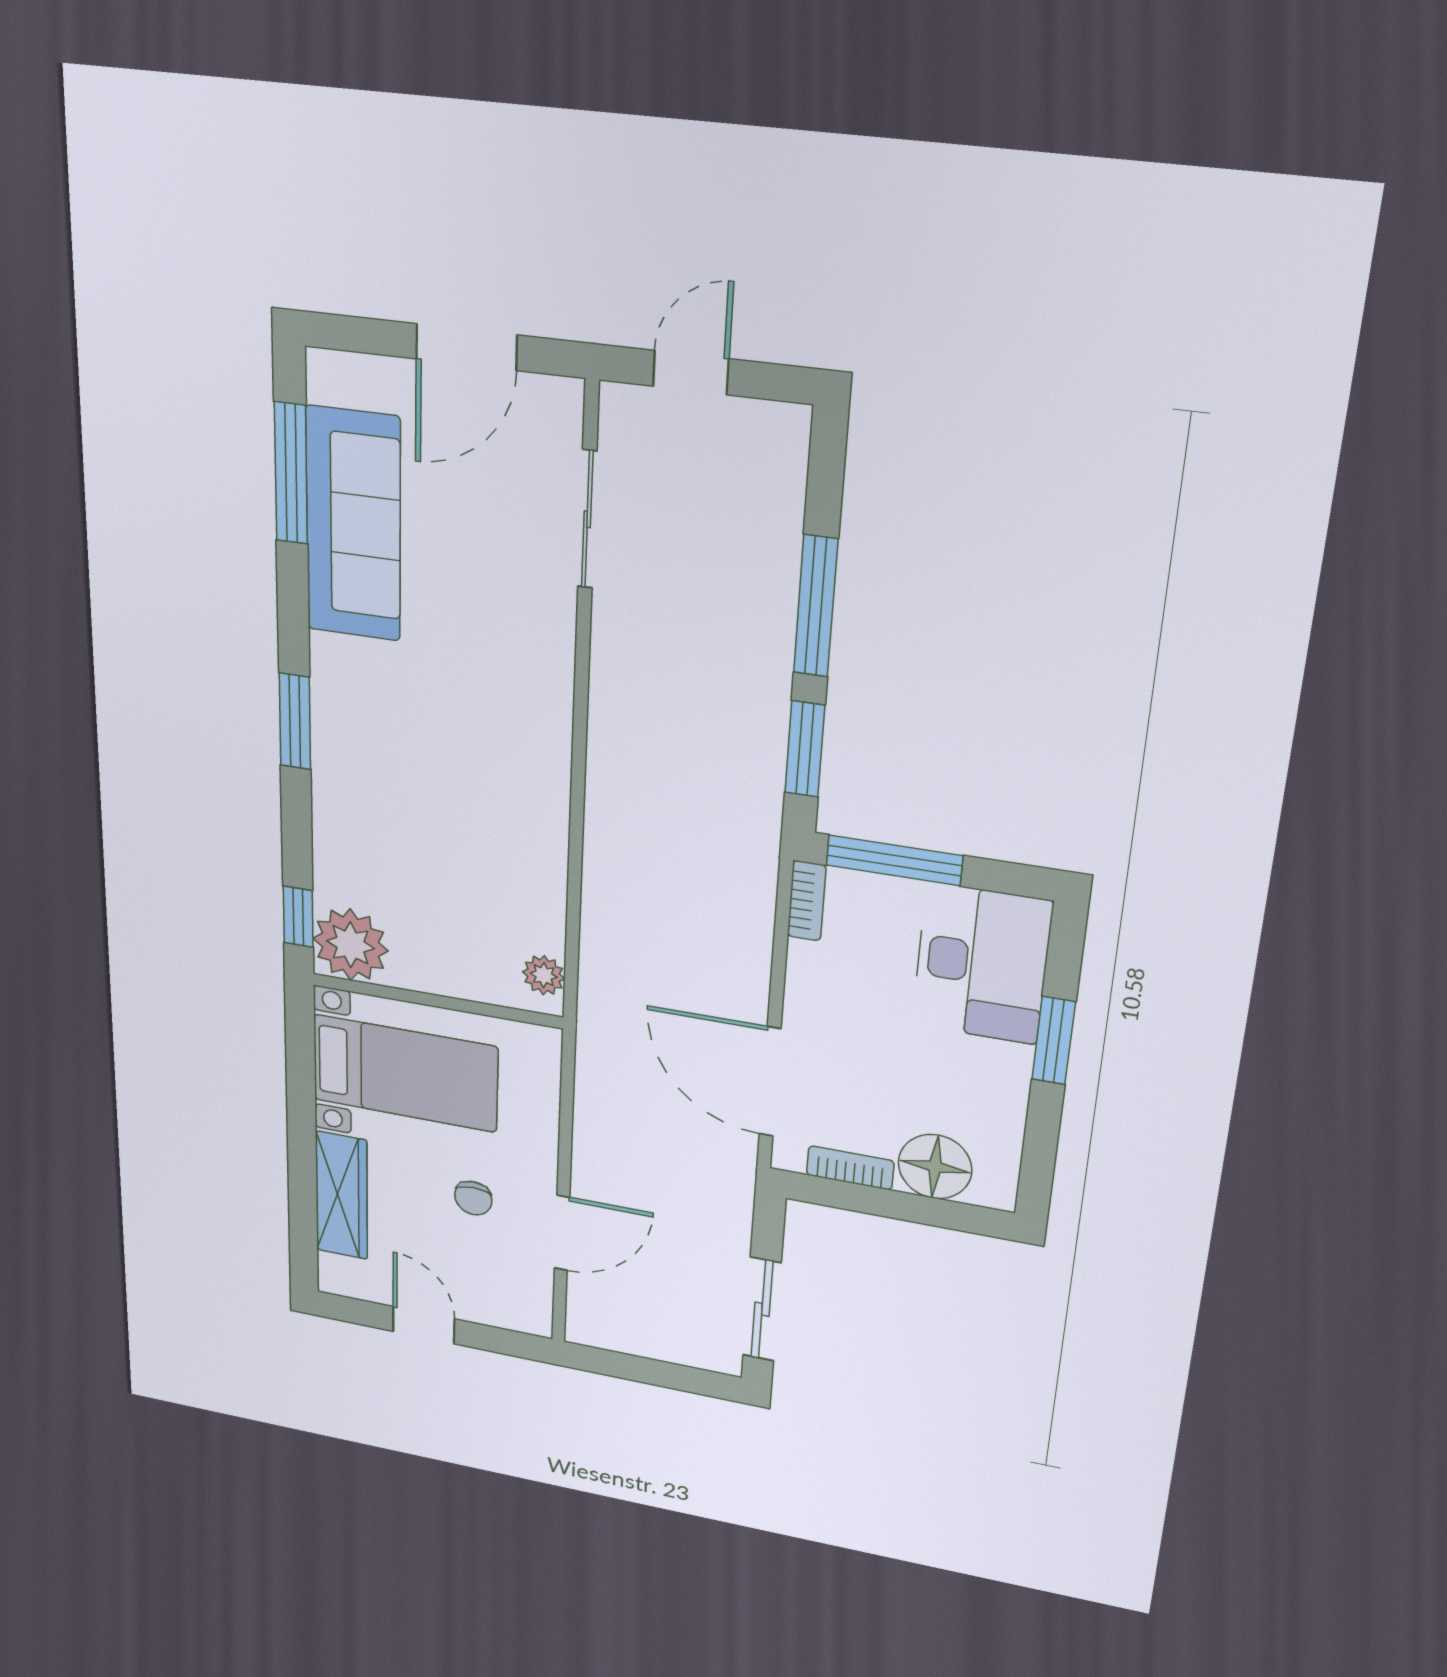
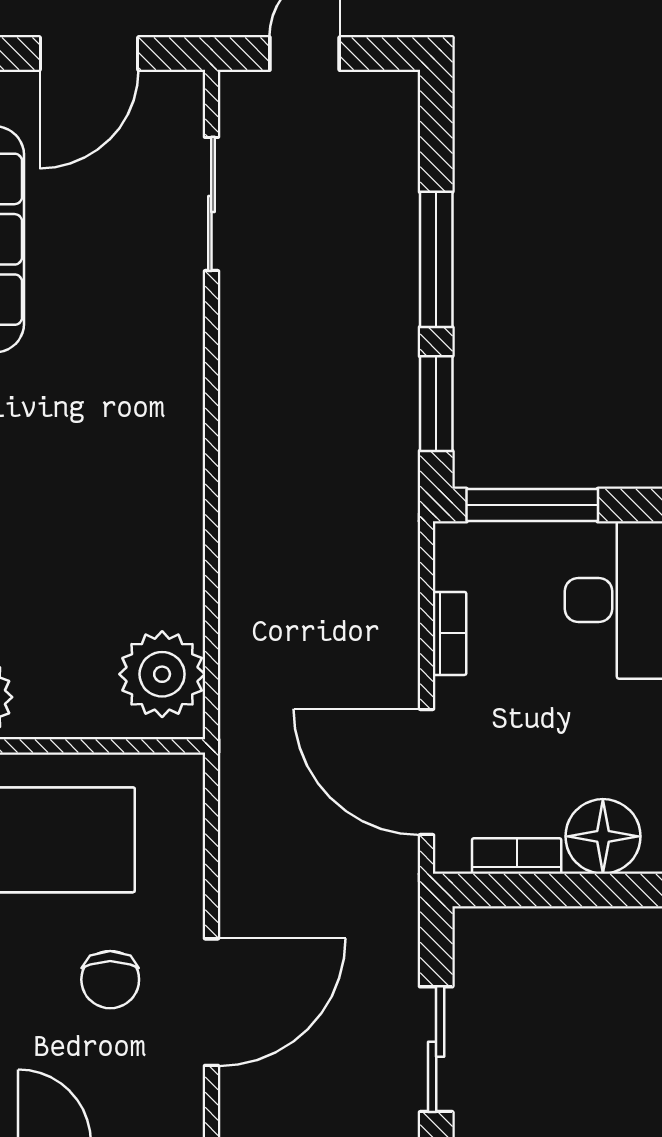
bookcase: (807, 901) -> (450, 633), moved
plant: (544, 975) -> (162, 674), width x1.88, depth x1.88
chair: (473, 1198) -> (110, 980), width x1.37, depth x1.37
door: (562, 1233) -> (211, 1002), width x1.36

